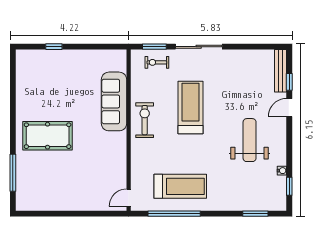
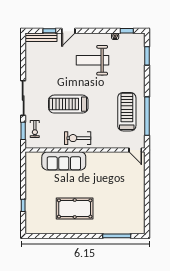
door: (289, 108) -> (68, 31), hinge flipped
pool table: (48, 136) -> (75, 209), moved, turned 90

